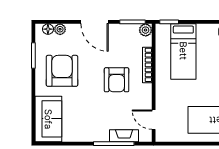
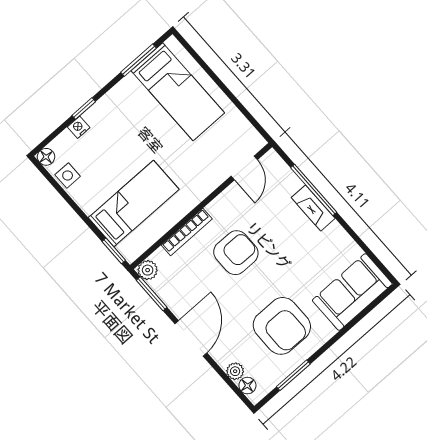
armchair: (62, 71) -> (282, 326), turned -90
fireplace: (124, 136) -> (313, 208), moved

